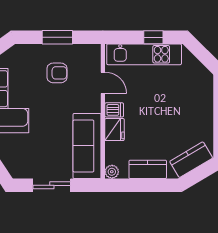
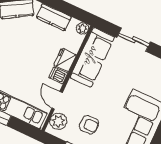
plant: (91, 61) -> (58, 121), added
armchair: (57, 73) -> (89, 125), turned 180

